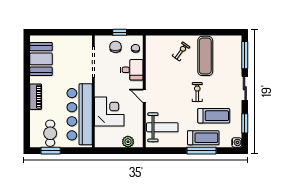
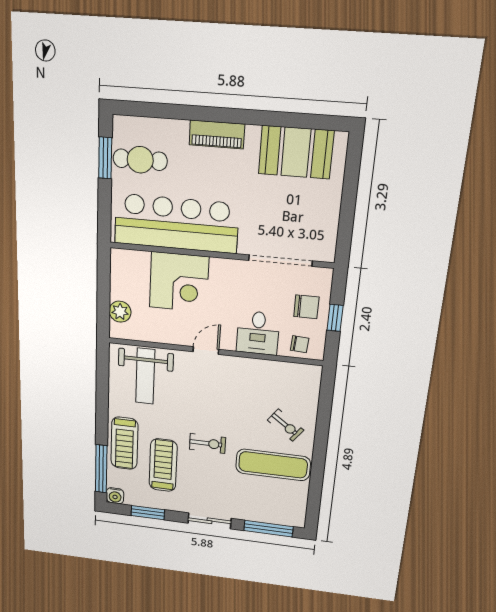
treadmill: (214, 116) -> (163, 465), turned 180
window: (202, 151) -> (101, 469), moved

